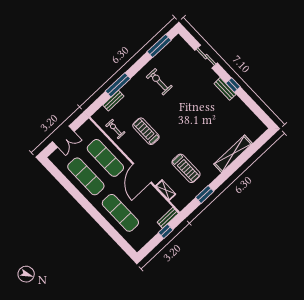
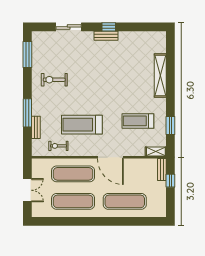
treadmill: (146, 131) -> (82, 125), width x1.37, depth x1.38
treadmill: (186, 168) -> (138, 121), turned 180
shelving: (166, 190) -> (156, 151), moved

